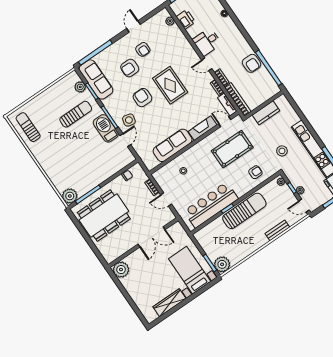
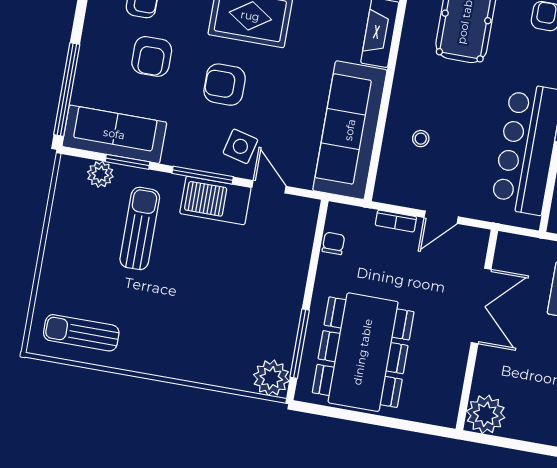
sofa: (173, 145) -> (350, 130), width x1.36, depth x1.27

